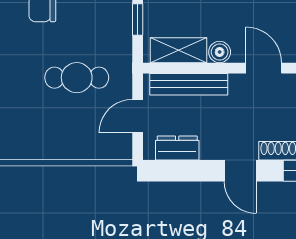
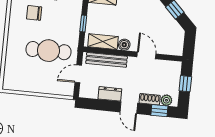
cafe table: (77, 78) -> (48, 51), width x1.37, depth x1.35
dresser: (177, 148) -> (110, 94), moved

